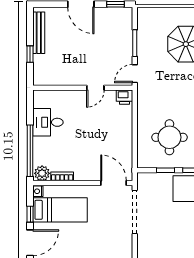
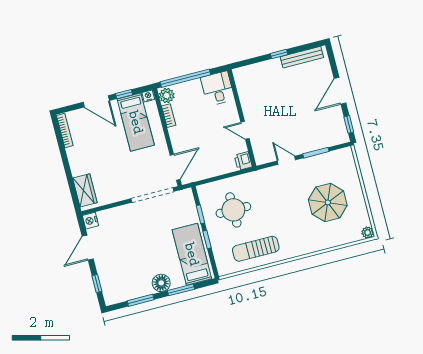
wall: (83, 88) -> (242, 118), moved
door: (95, 88) -> (245, 130), moved
printer: (125, 97) -> (243, 161), moved

